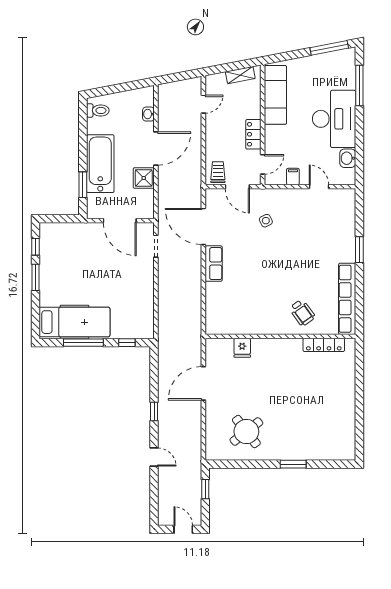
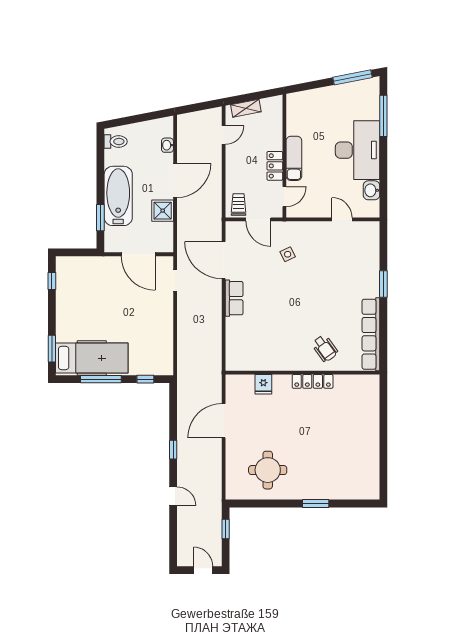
shelving: (240, 75) -> (246, 108), moved
exam couch: (275, 95) -> (294, 158), moved, width x0.73, depth x0.69
filing cabinet: (293, 177) -> (315, 209), removed
window: (35, 277) -> (52, 349), moved
locker: (324, 345) -> (313, 381), moved
round table: (246, 432) -> (268, 470), turned 38

